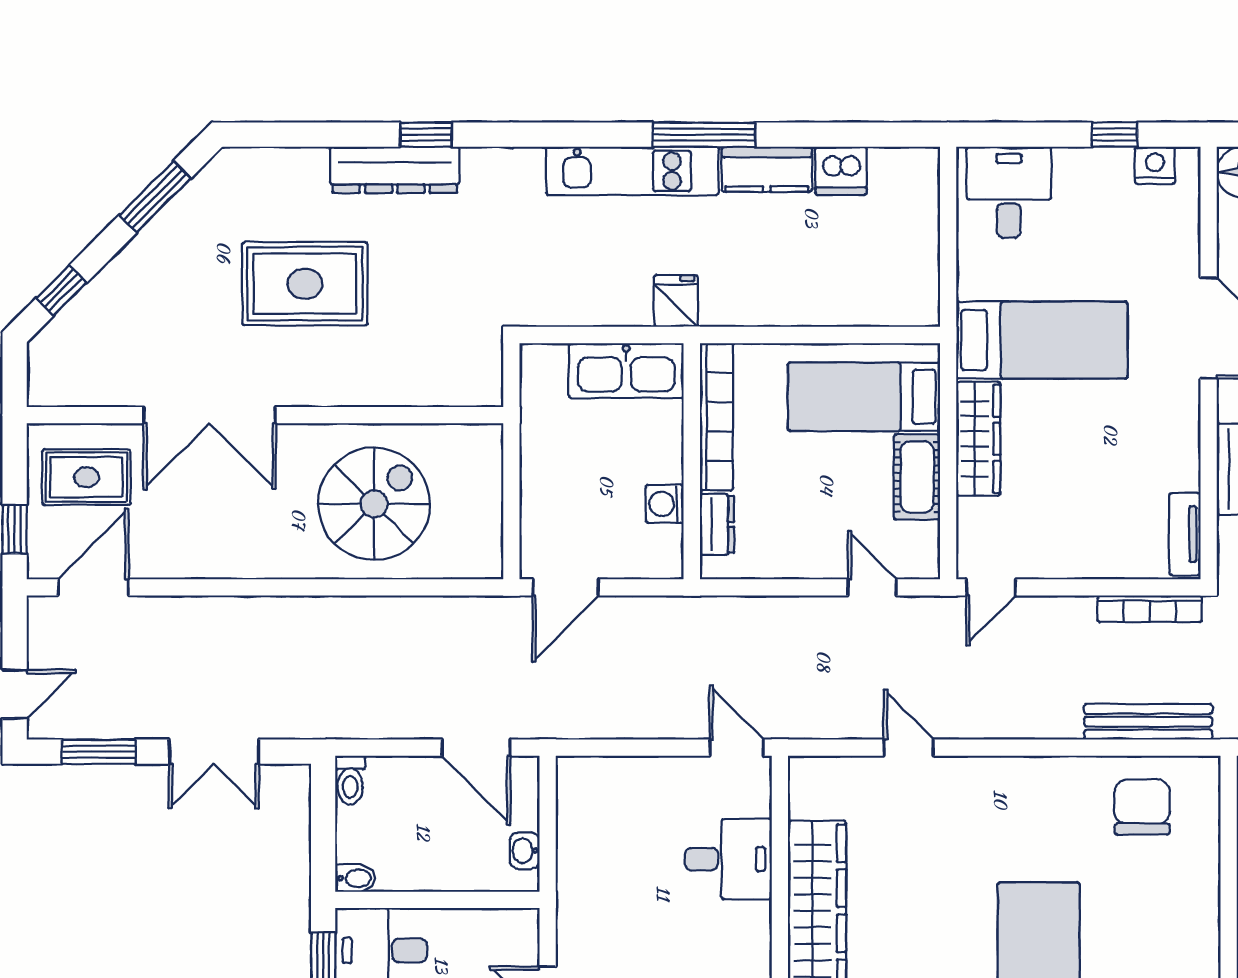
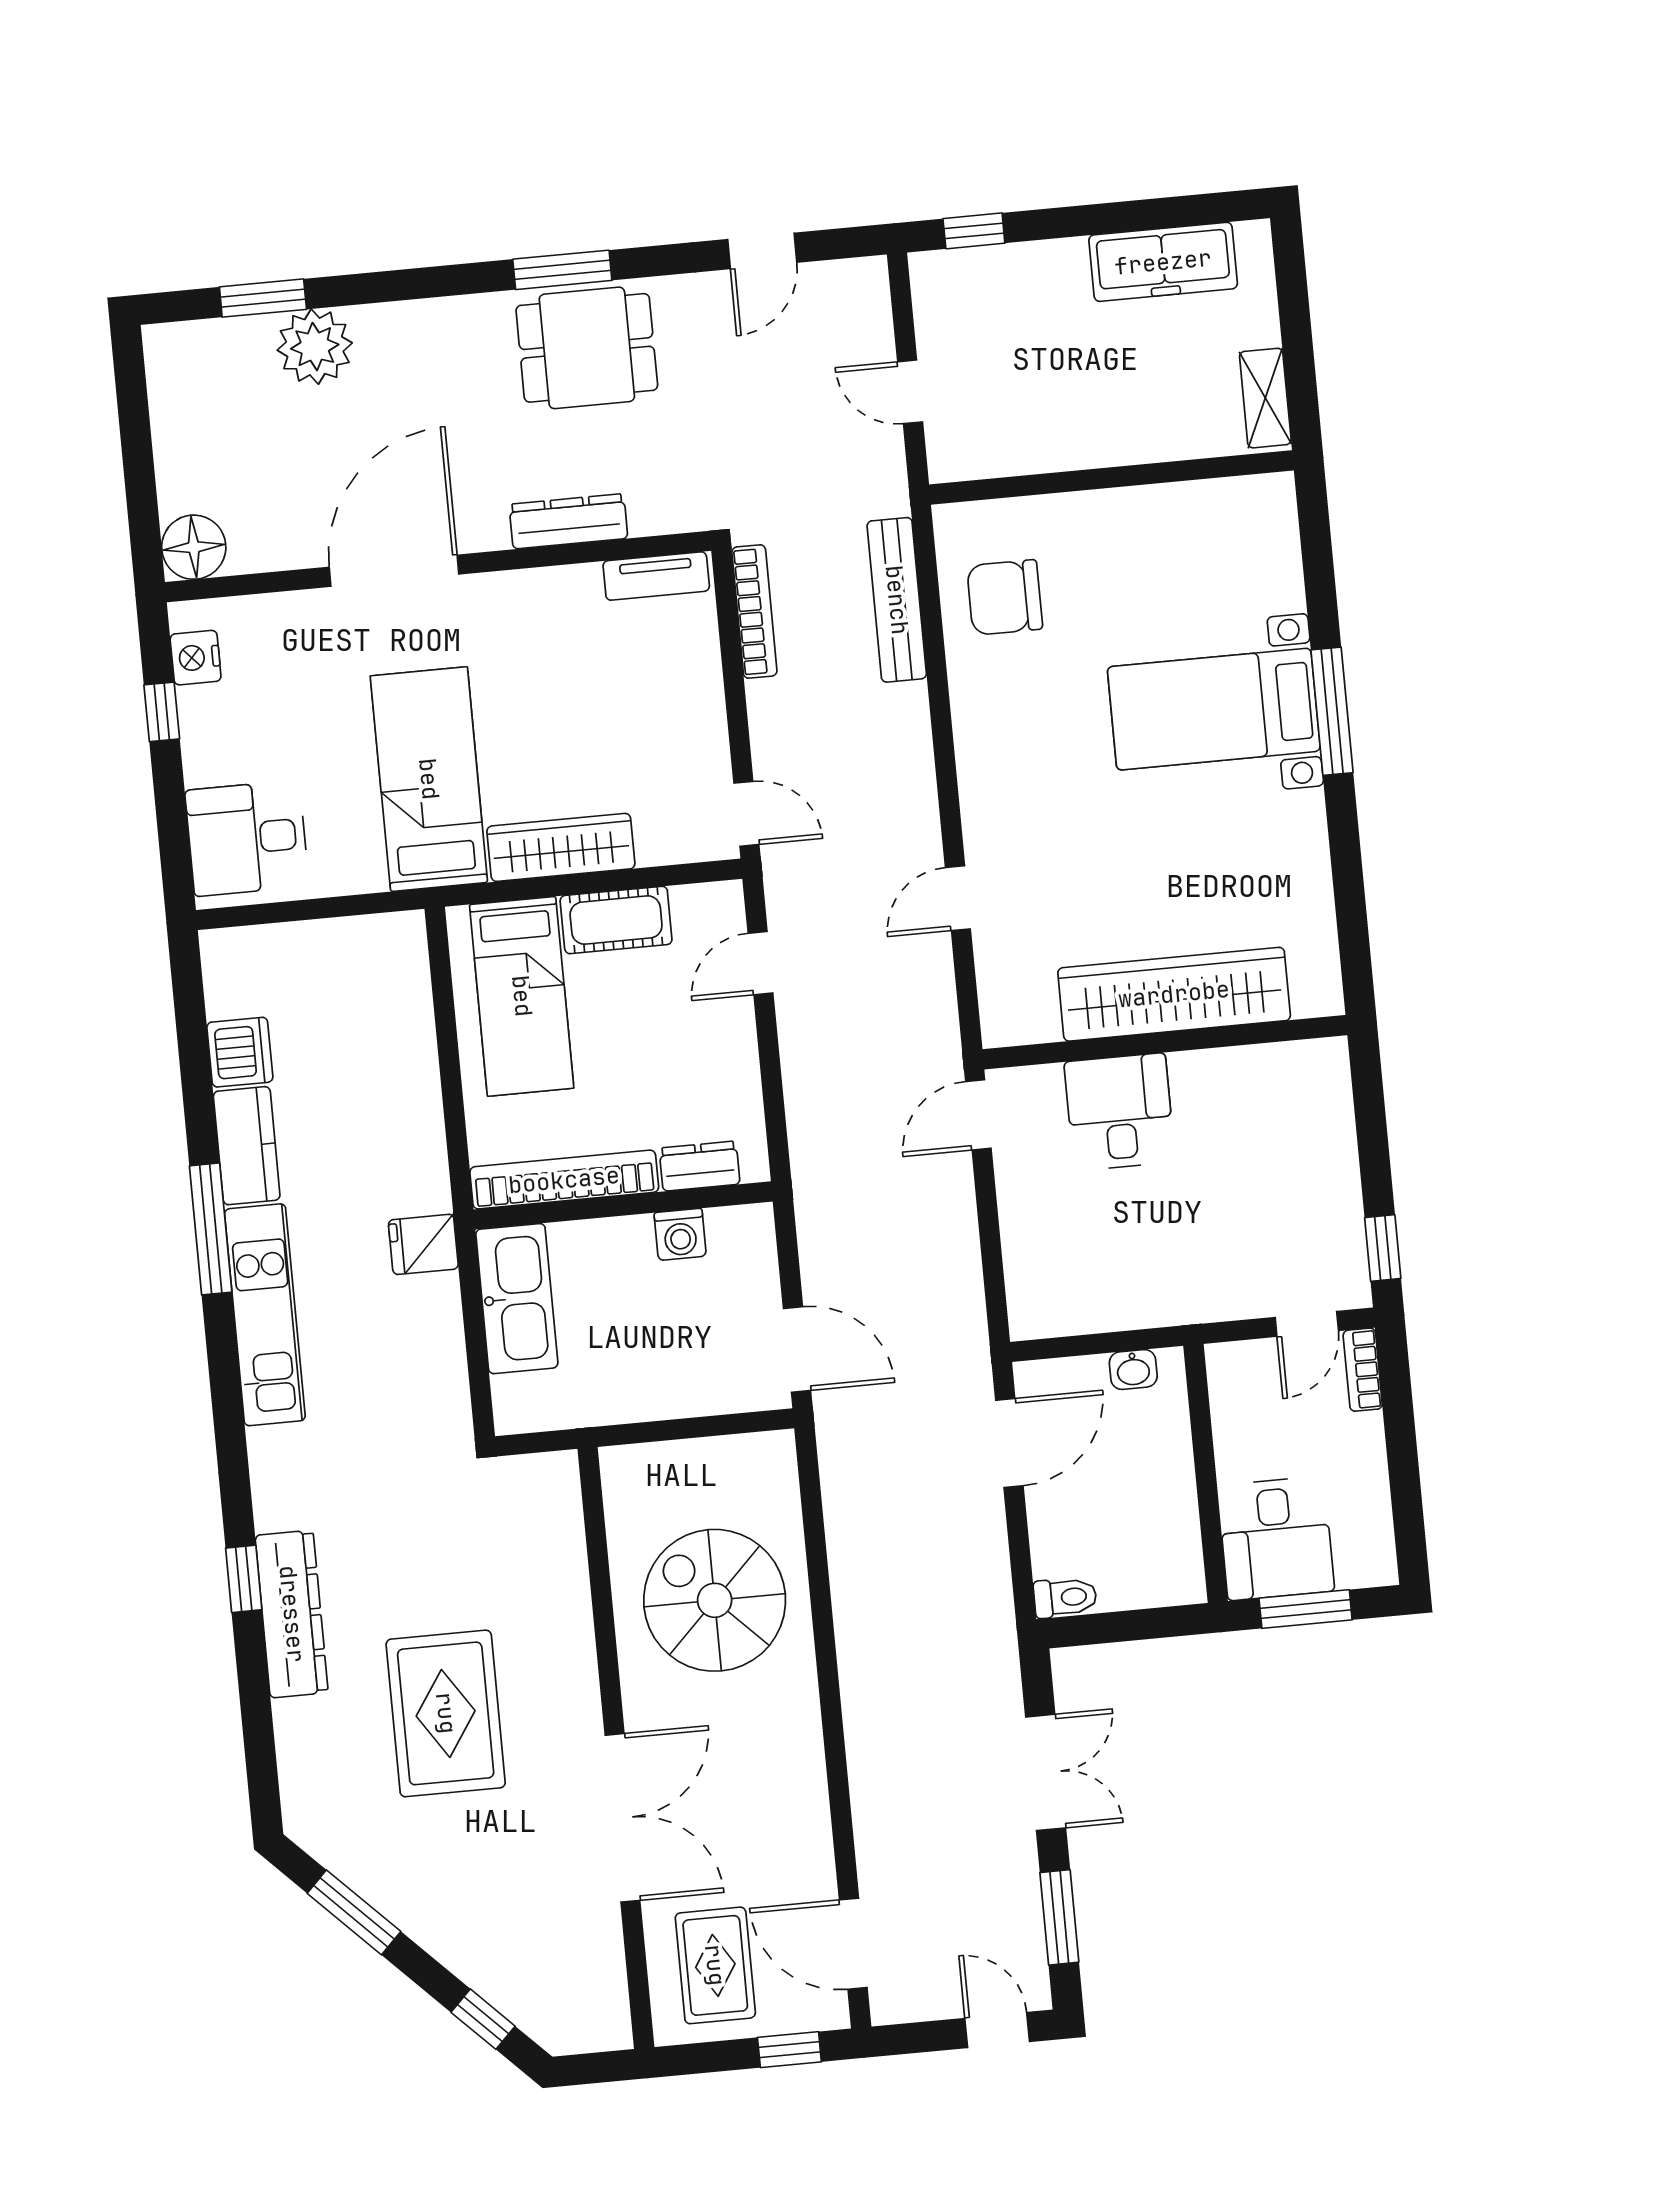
bidet: (355, 878) -> (1188, 1579), removed

